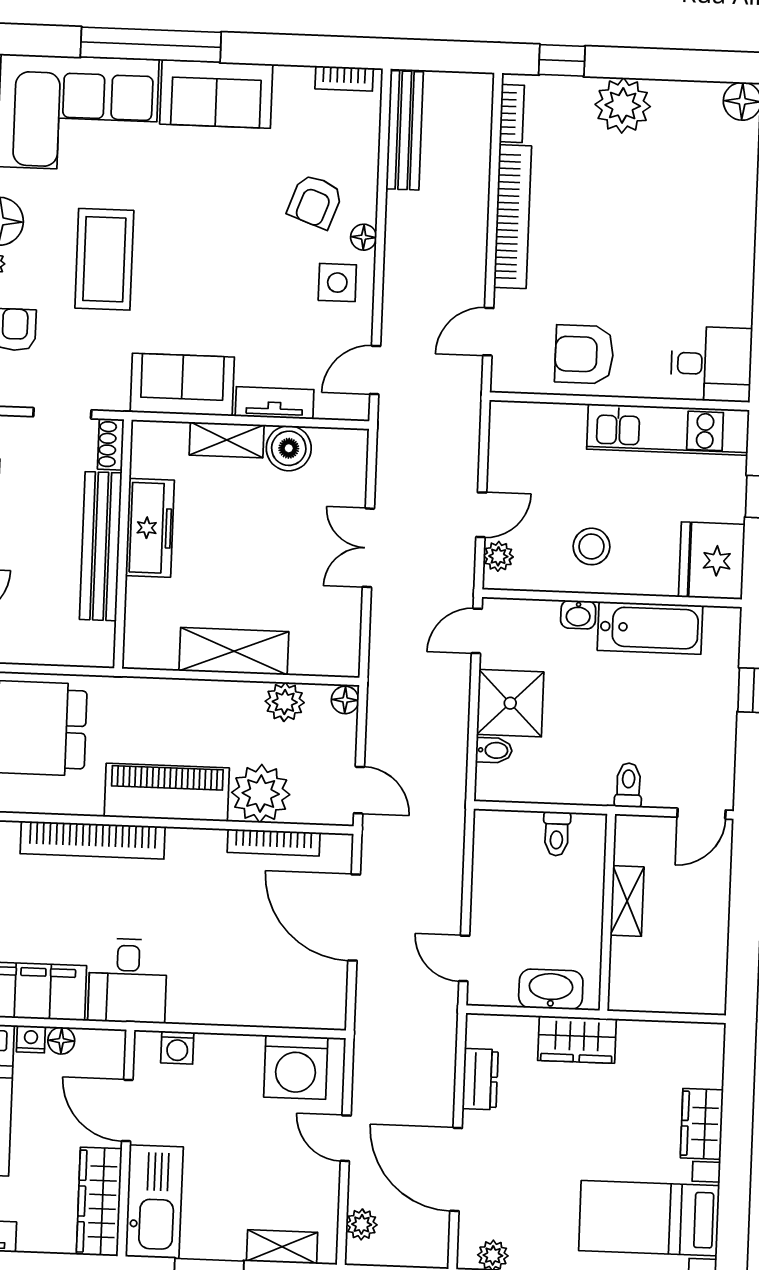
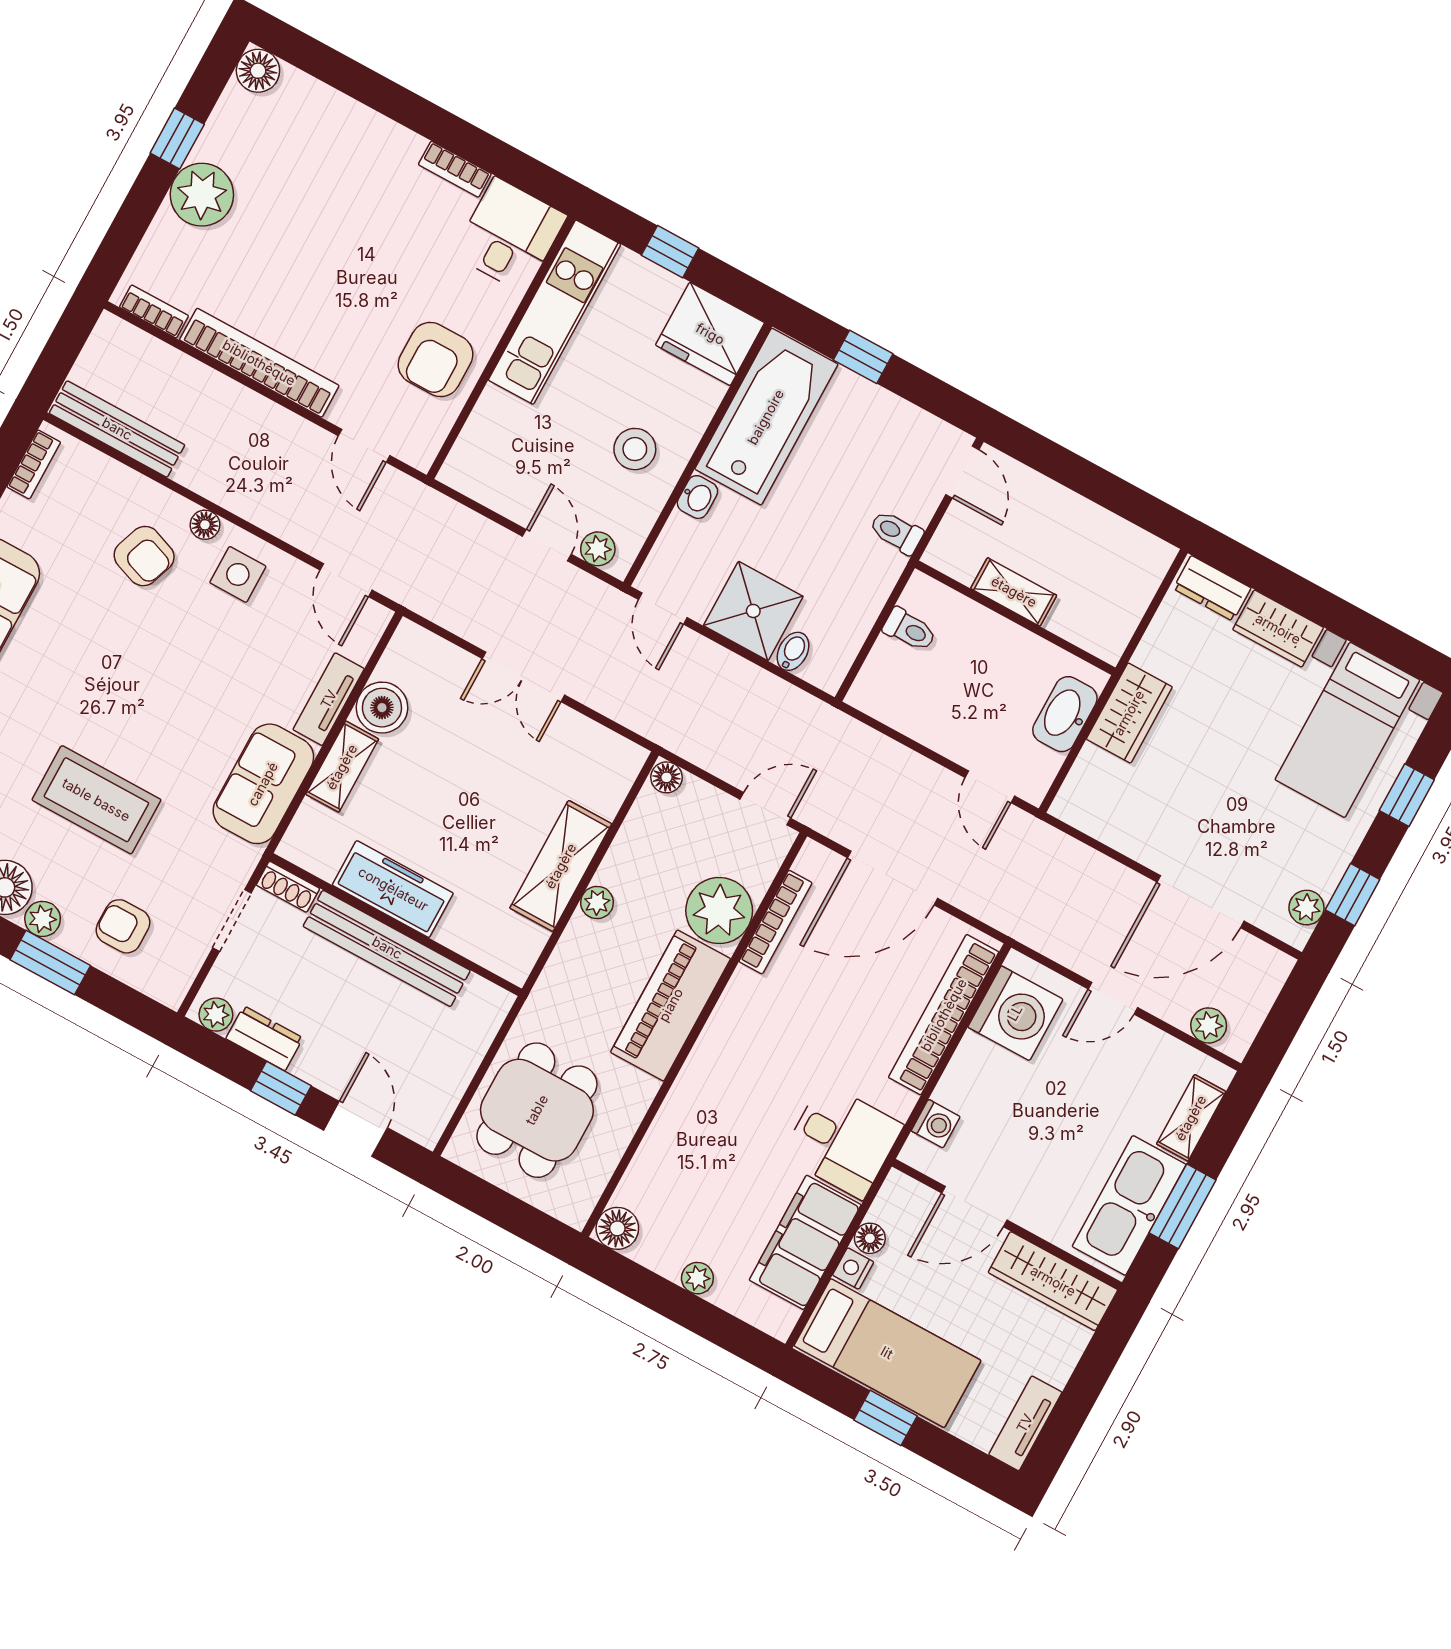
window: (562, 60) -> (177, 139), moved
bookcase: (742, 295) -> (455, 169), added
bathtub: (650, 628) -> (766, 417), width x1.36, depth x1.36
plant: (285, 702) -> (597, 902), moved, width x0.73, depth x0.73
bookcase: (93, 840) -> (944, 1015), moved, turned 180
door: (464, 958) -> (990, 787), hinge flipped
dresser: (480, 1079) -> (1212, 588), moved, turned 180
kitchen sink: (154, 1202) -> (1129, 1205), moved, turned -90

